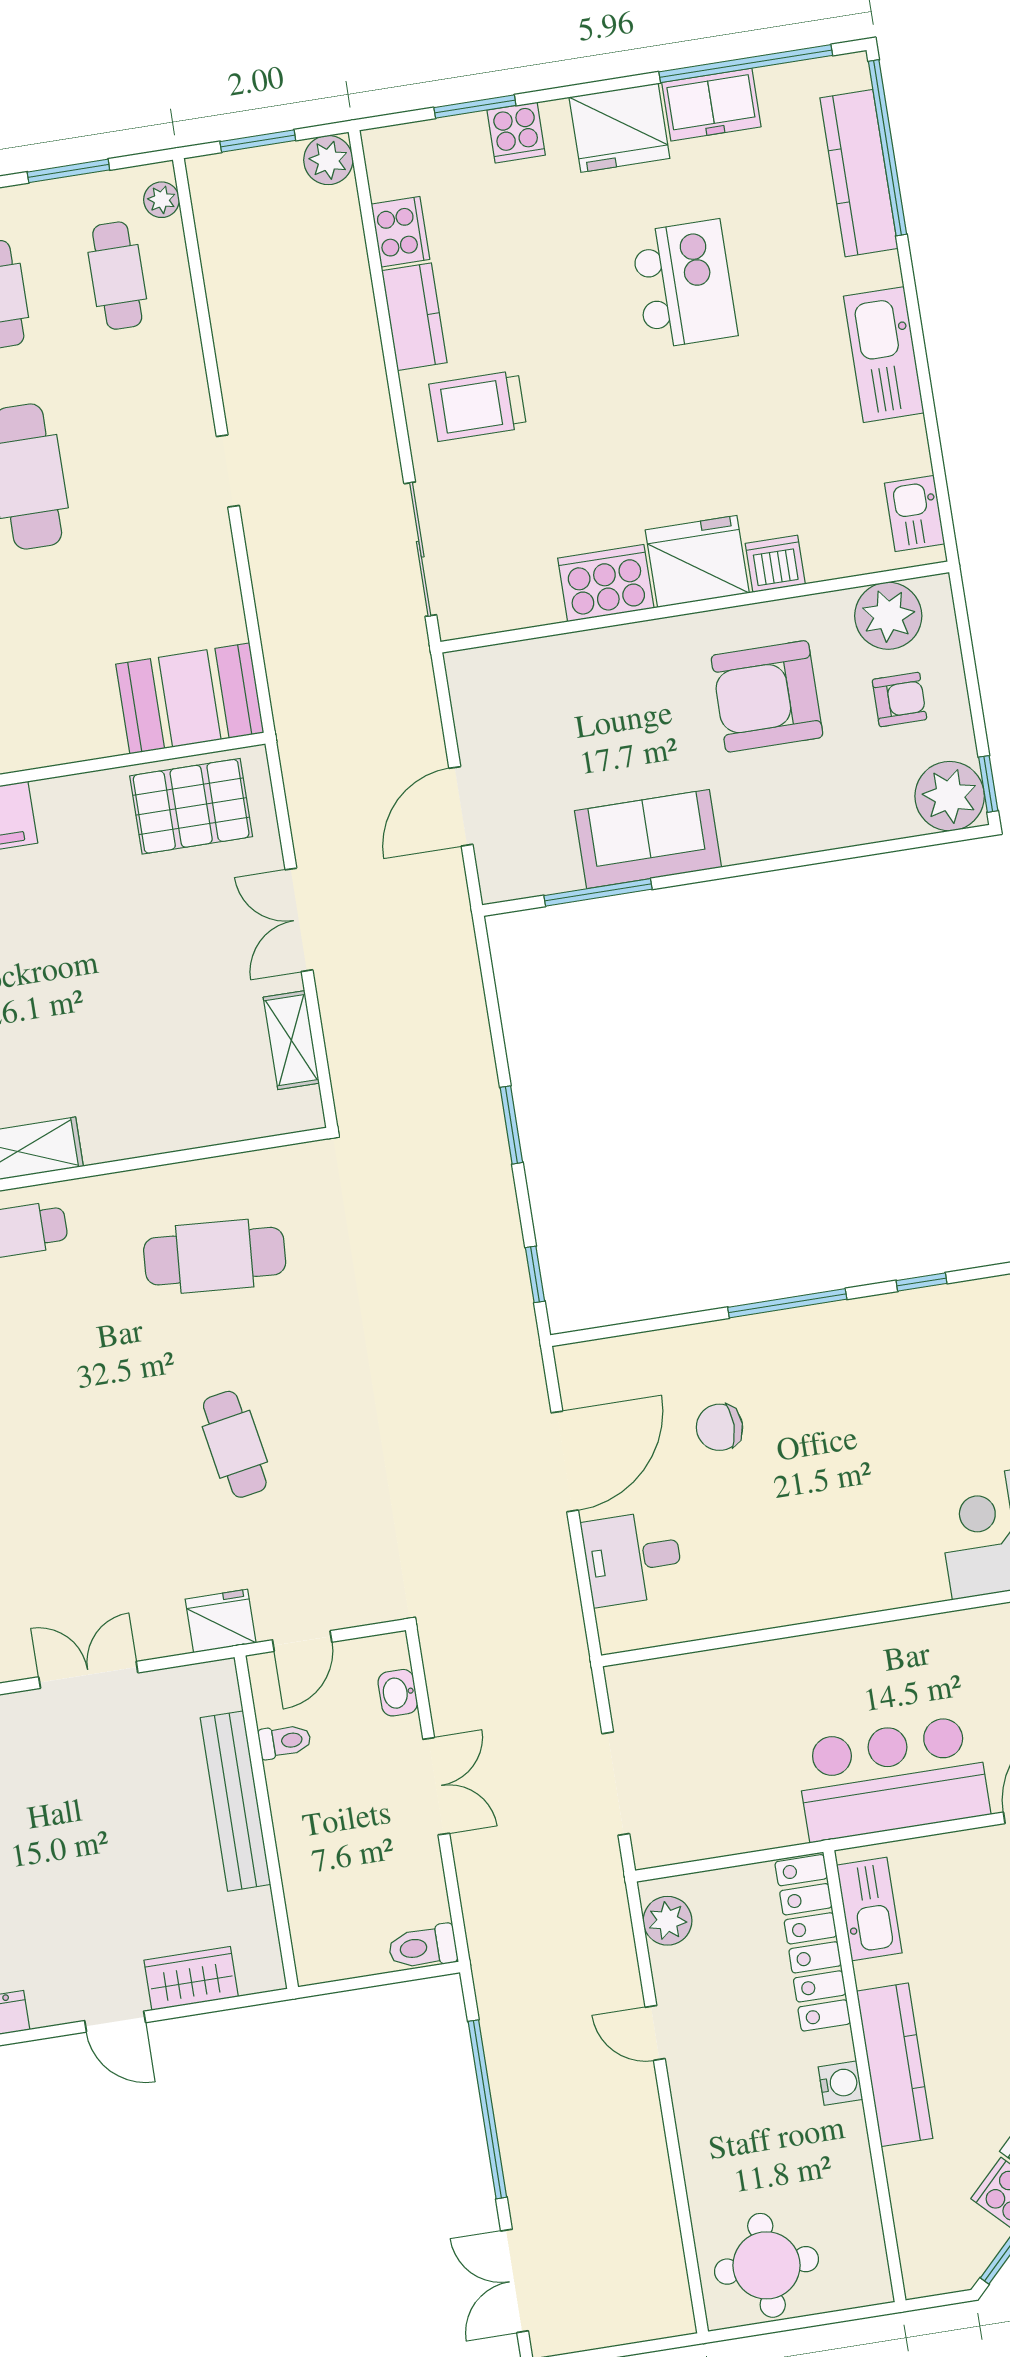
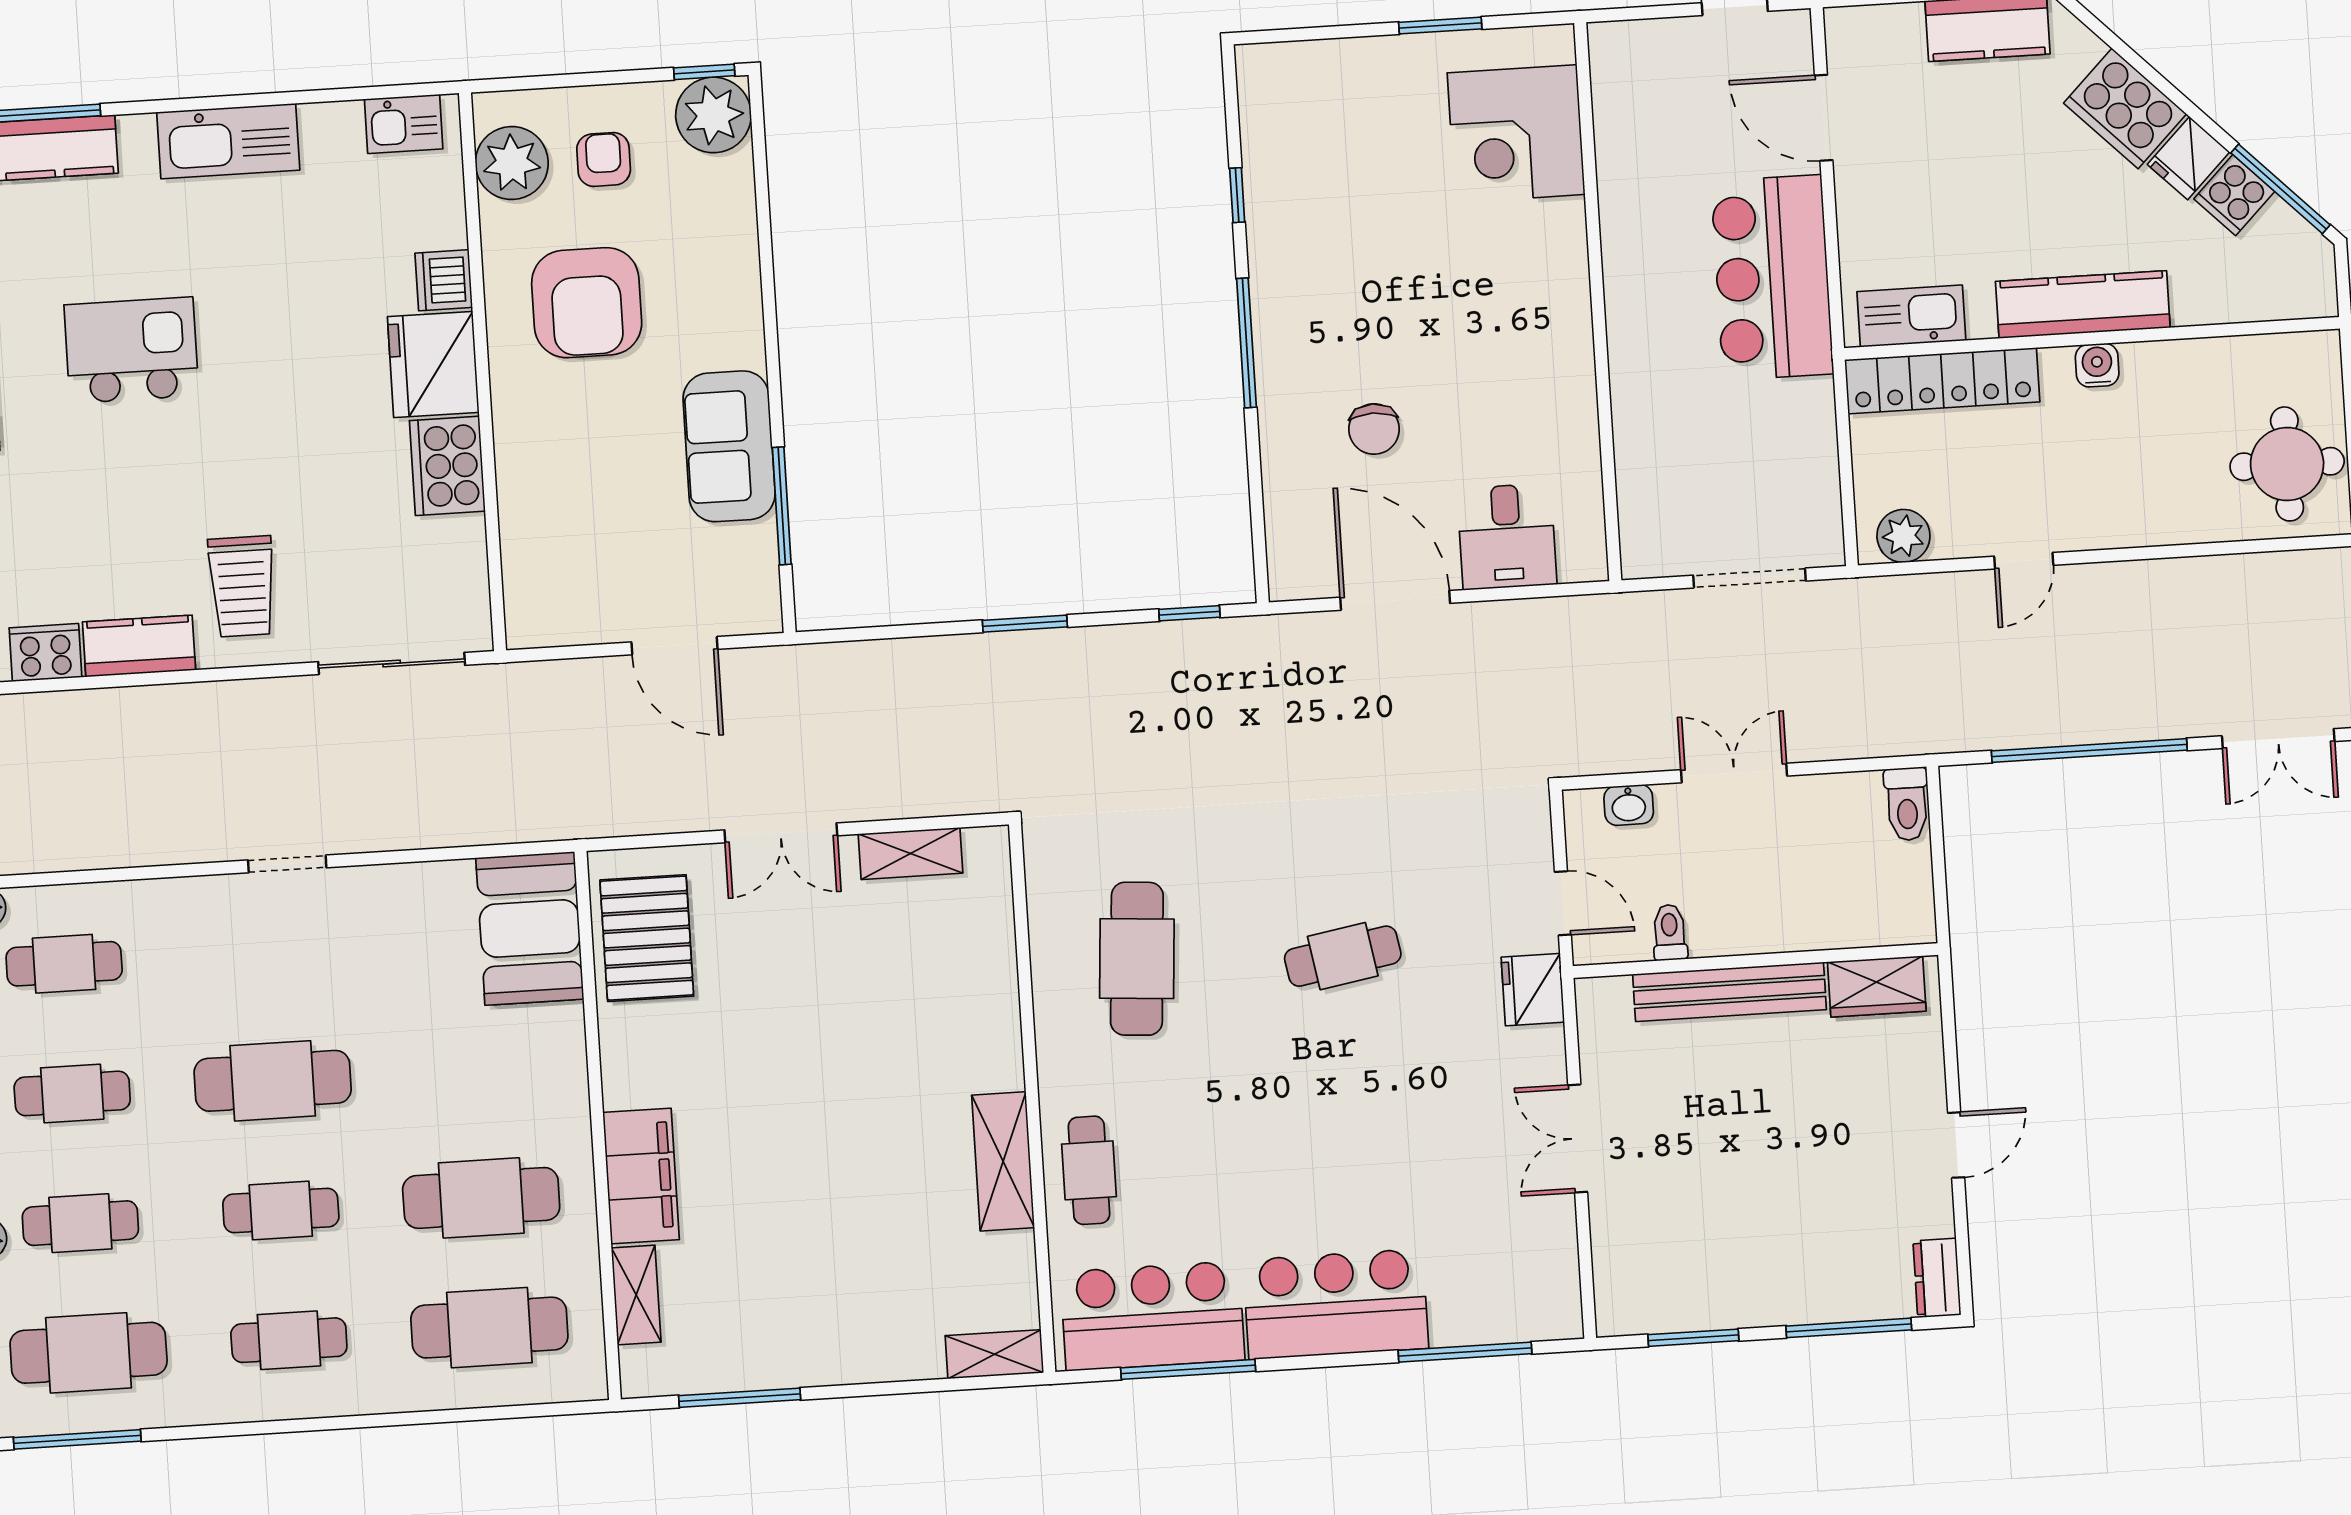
wardrobe: (191, 1978) -> (1877, 986), moved, turned -90

